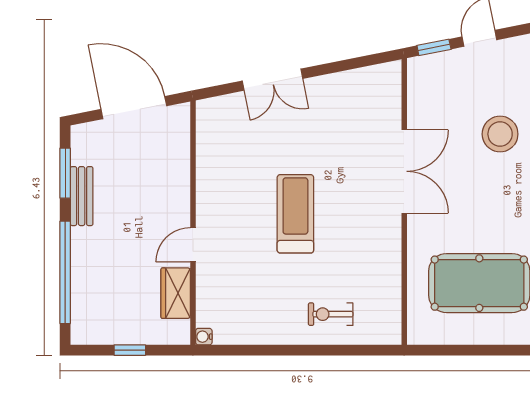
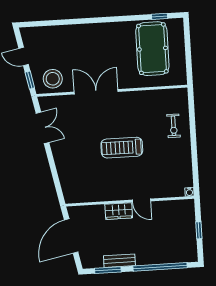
double door: (272, 80) -> (42, 128), moved
stool: (500, 134) -> (53, 79), moved
wardrobe: (176, 293) -> (119, 211), moved

